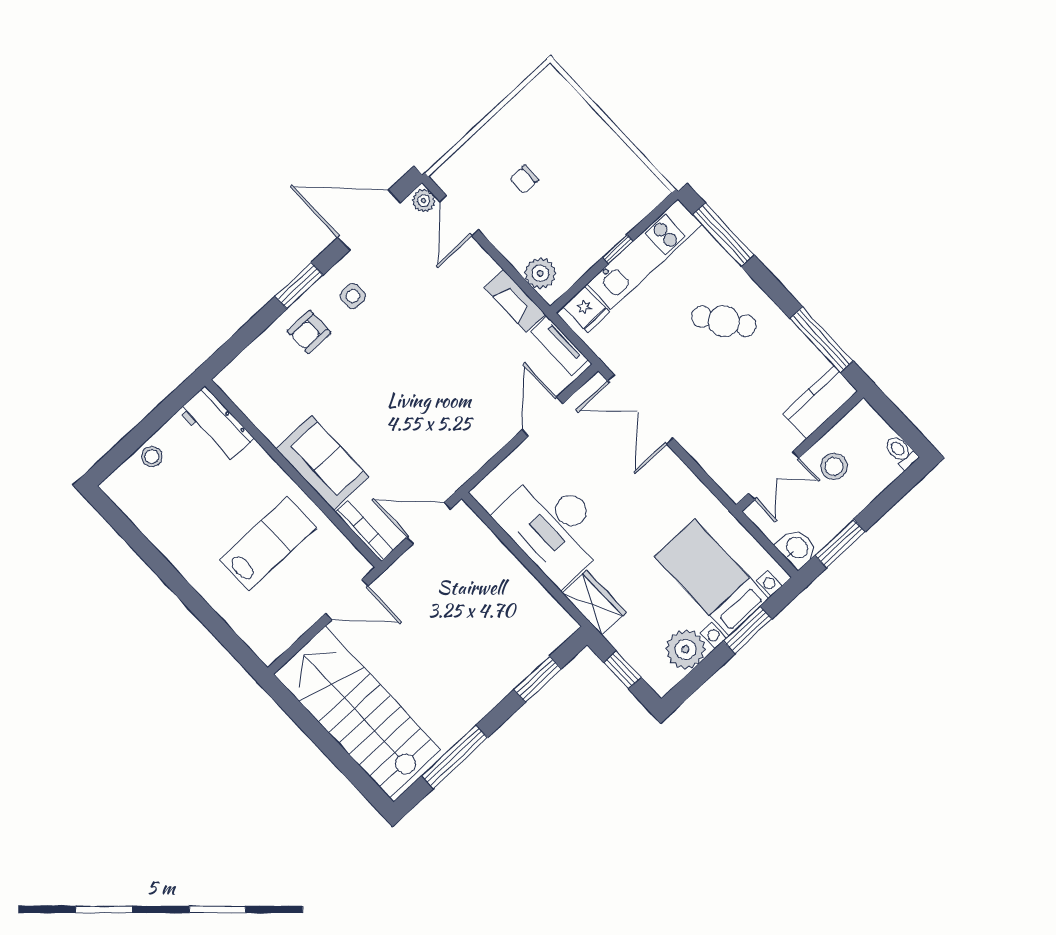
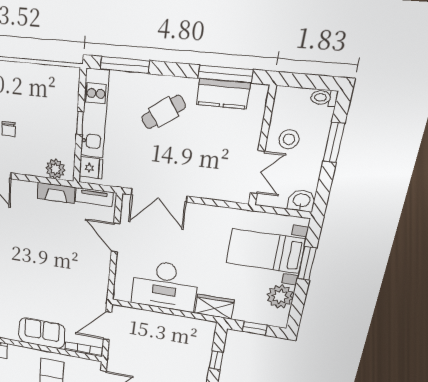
kitchen counter: (820, 402) -> (223, 94), moved, turned -90
window: (840, 544) -> (334, 142), moved
window: (538, 679) -> (216, 360), width x0.67

